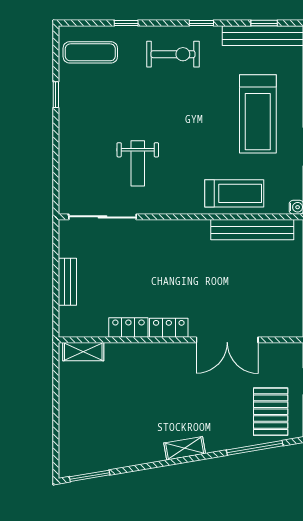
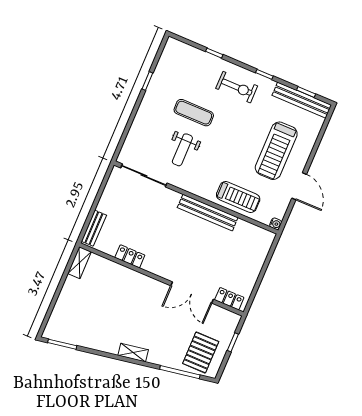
exercise mat: (90, 52) -> (194, 113), moved
bench: (252, 230) -> (208, 213), moved
bench: (67, 282) -> (94, 228), moved
locker: (169, 328) -> (229, 299), moved
shelving: (83, 352) -> (79, 263), moved, turned 90

